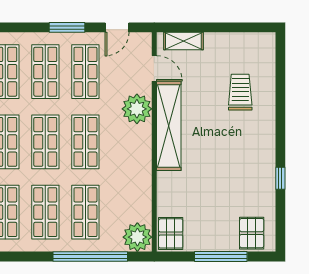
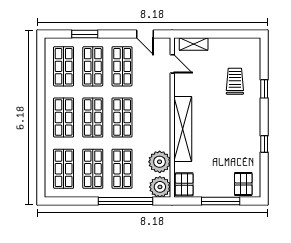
window: (67, 27) -> (85, 34), moved
door: (117, 27) -> (145, 34), hinge flipped
window: (280, 103) -> (264, 89), added
plant: (137, 109) -> (160, 162), moved
shelving: (169, 126) -> (183, 129), moved

